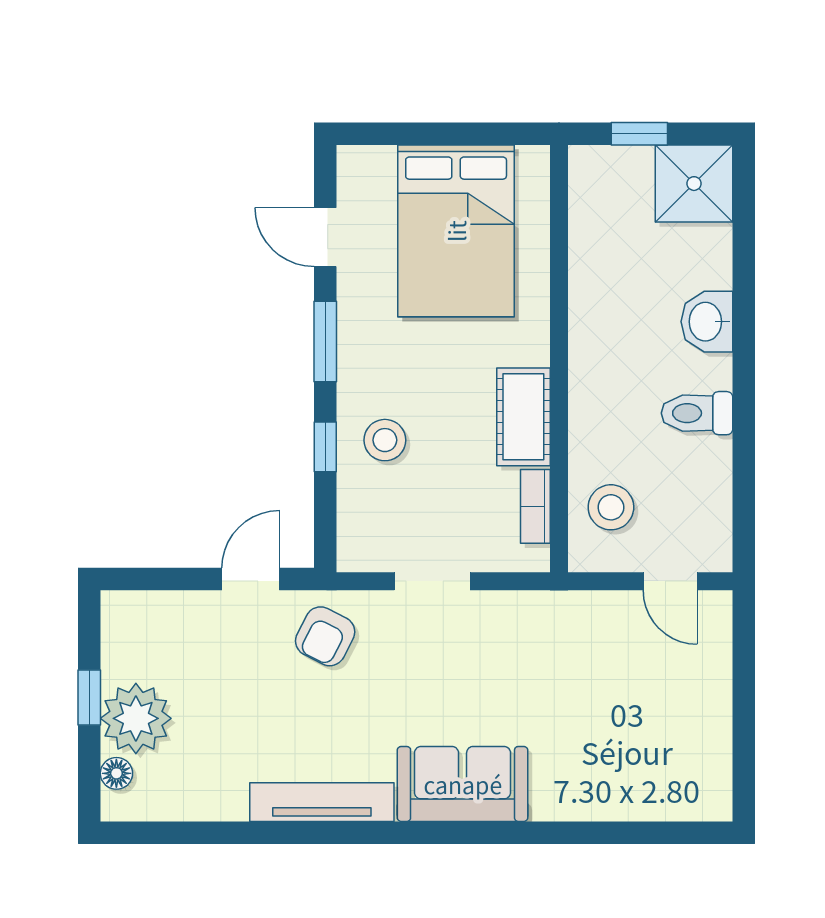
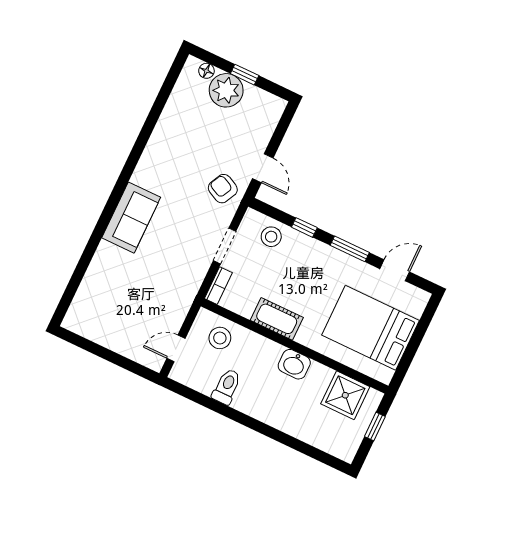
shower: (694, 184) -> (345, 395), moved
washbasin: (707, 322) -> (294, 364), moved, turned 180
toilet: (697, 413) -> (227, 387), moved
stool: (385, 440) -> (271, 237), moved
bookcase: (535, 506) -> (218, 286), moved, turned 90
tv unit: (322, 802) -> (152, 153), removed

